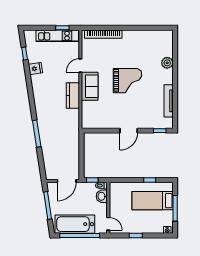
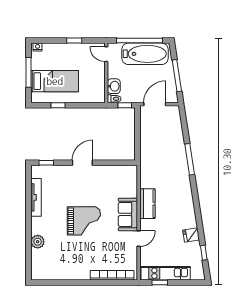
grand piano: (127, 81) -> (84, 221), turned 180

